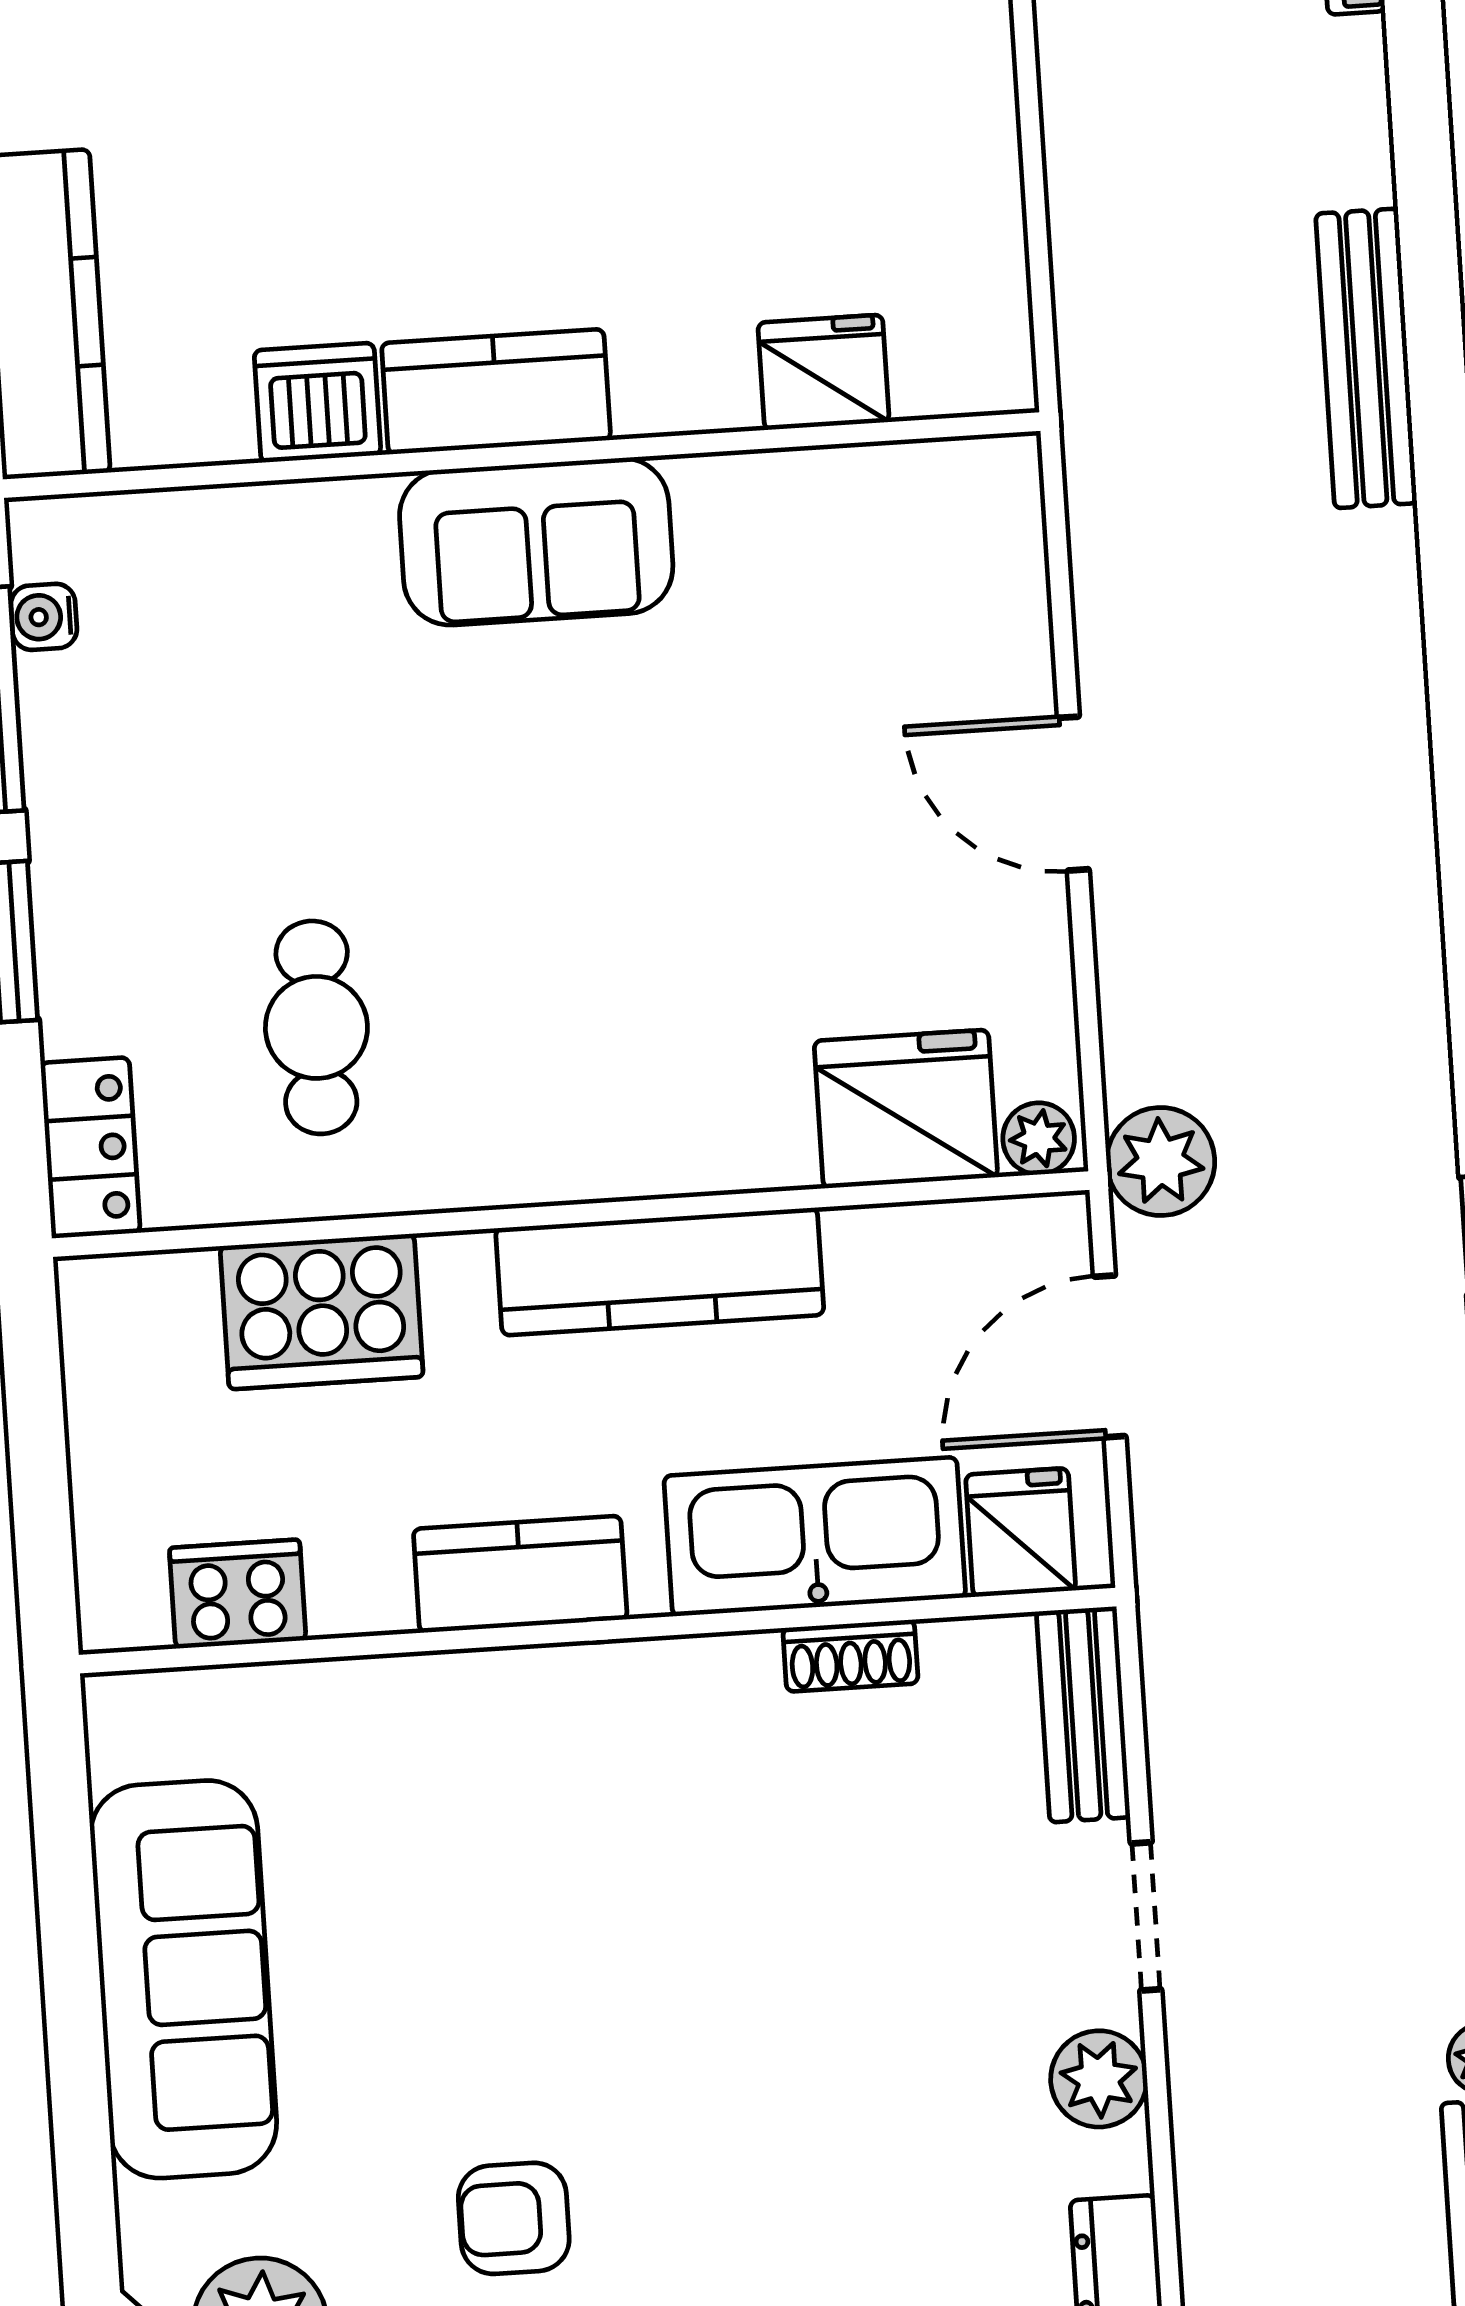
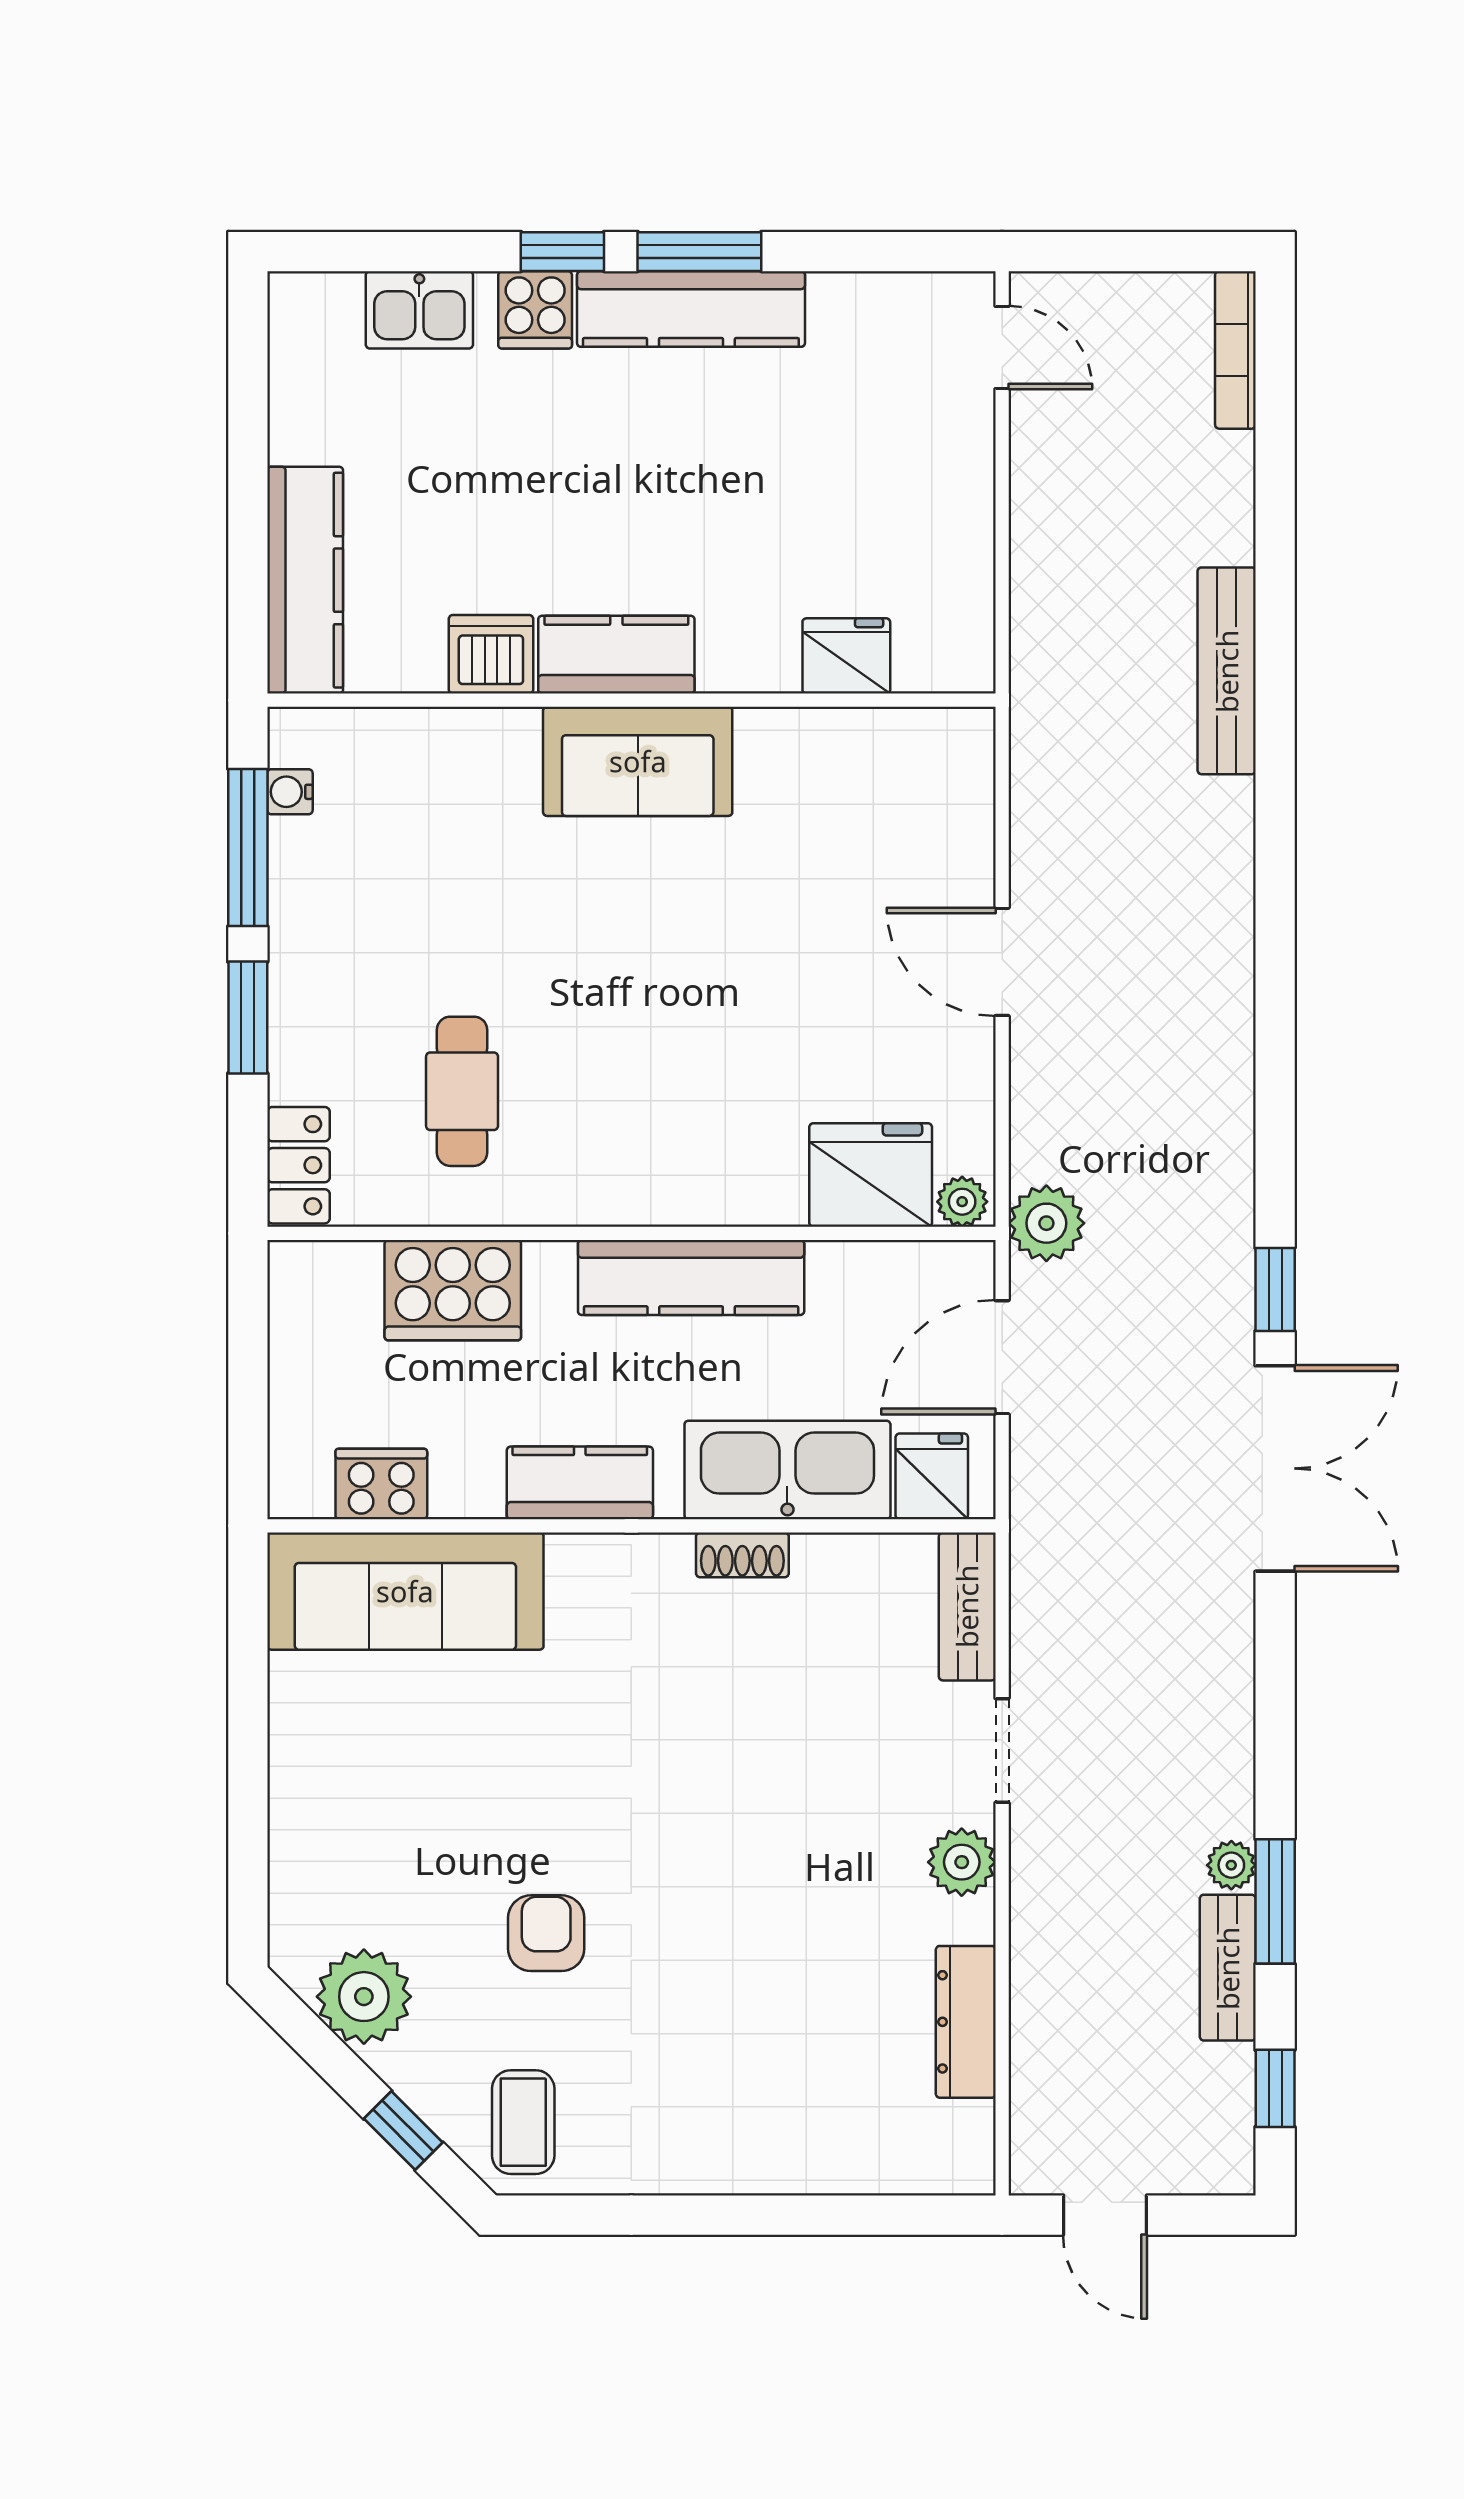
shoe rack: (850, 1656) -> (742, 1555), moved
sofa: (184, 1979) -> (405, 1591), moved, turned 90
armchair: (514, 2218) -> (546, 1933), turned 90

